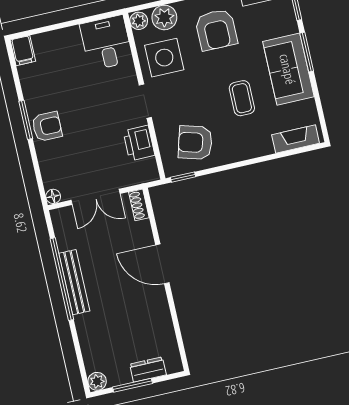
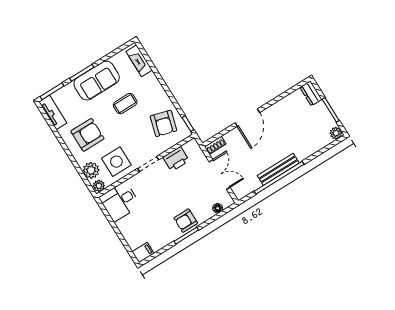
armchair: (47, 126) -> (186, 221), turned -90
floor lamp: (53, 196) -> (218, 208), moved
dresser: (148, 369) -> (311, 93), moved

